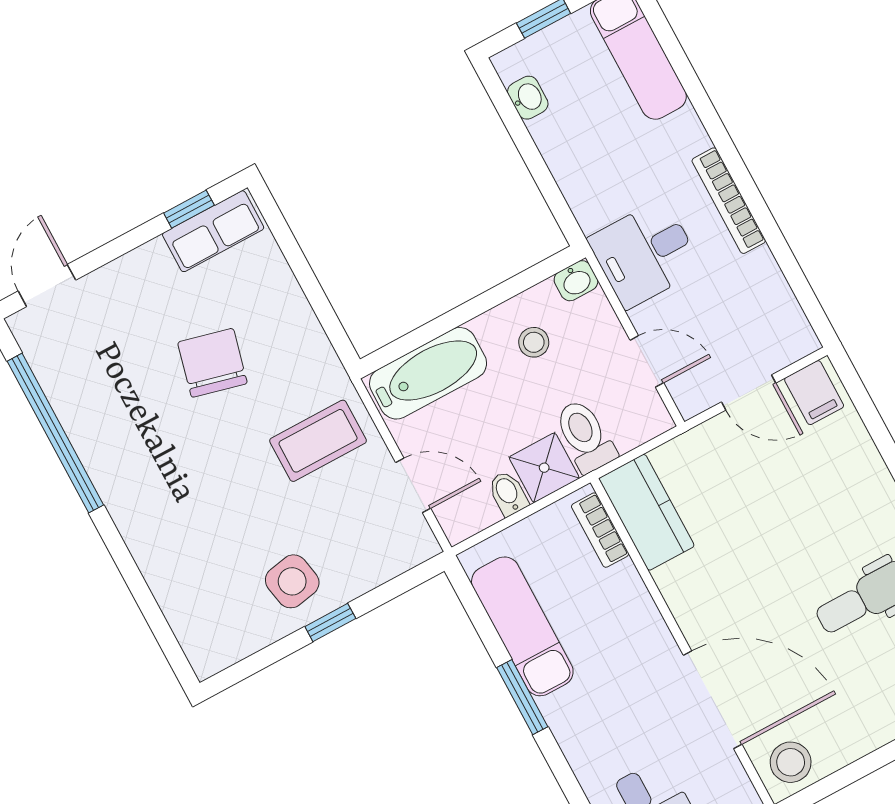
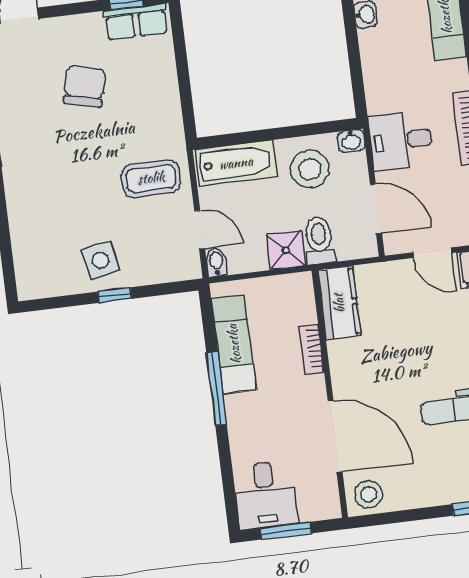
stool: (534, 342) -> (310, 169), width x1.89, depth x1.89
door: (647, 361) -> (376, 209), width x1.38
chair: (212, 363) -> (84, 86), moved
bidet: (508, 493) -> (216, 263), moved
bookcase: (600, 530) -> (312, 349), moved
window: (522, 697) -> (217, 388), width x1.44

